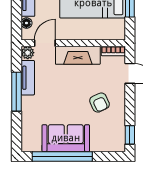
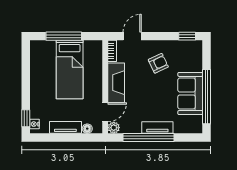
door: (45, 43) -> (105, 112), swing flipped
tv unit: (28, 78) -> (157, 128), moved
window: (16, 92) -> (149, 138), width x1.46

